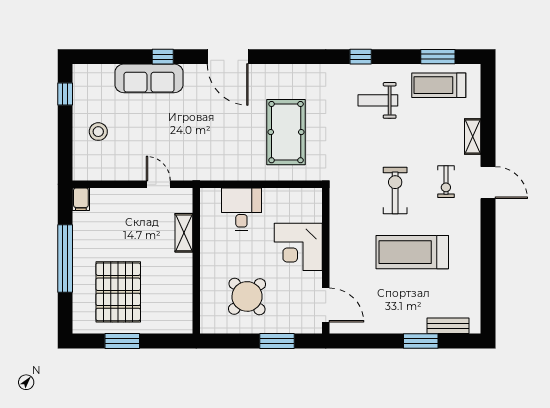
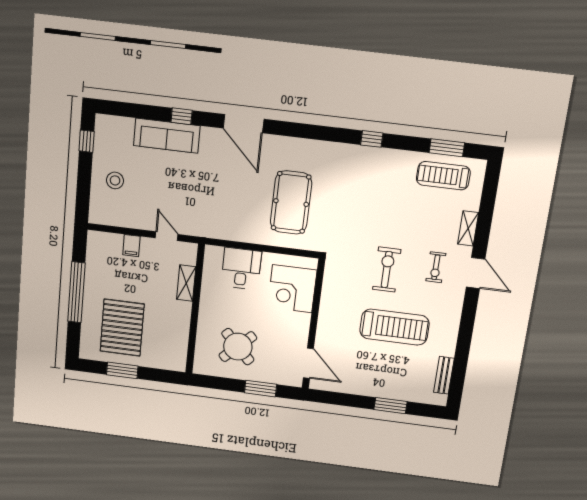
weight bench: (378, 100) -> (382, 183), removed
filing cabinet: (81, 199) -> (132, 246), moved
corner desk: (298, 247) -> (292, 289), moved
treadmill: (412, 252) -> (394, 327), turned 180
bench: (448, 326) -> (444, 375), moved, turned 90

